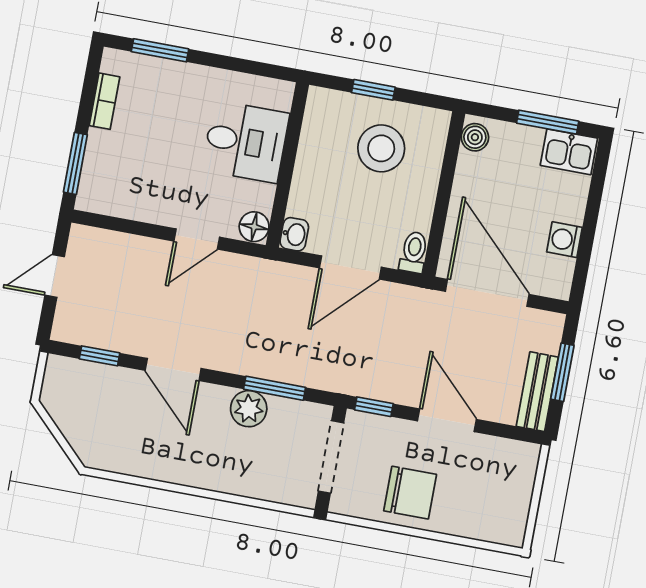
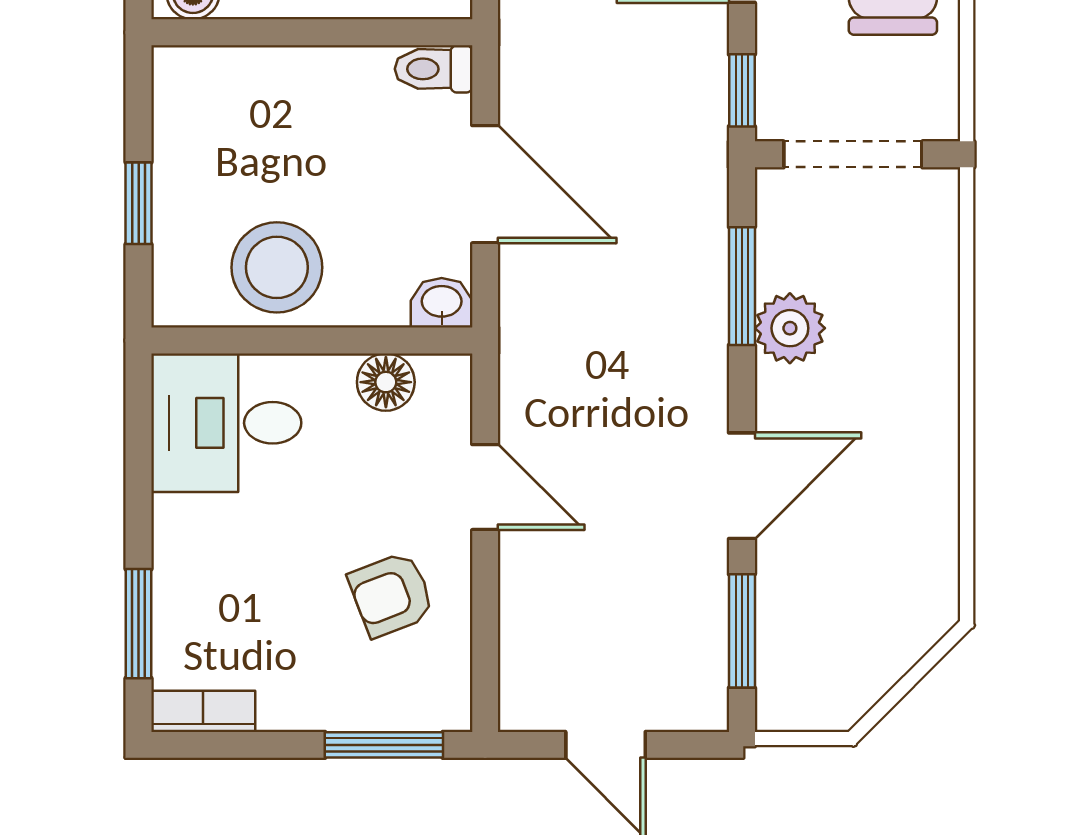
bookcase: (105, 101) -> (203, 711), moved
desk: (246, 142) -> (226, 423), moved, turned -90
stool: (381, 148) -> (277, 267), moved
armchair: (151, 181) -> (391, 595), added
floor lamp: (254, 227) -> (386, 382), moved
window: (100, 356) -> (742, 631), width x1.50

